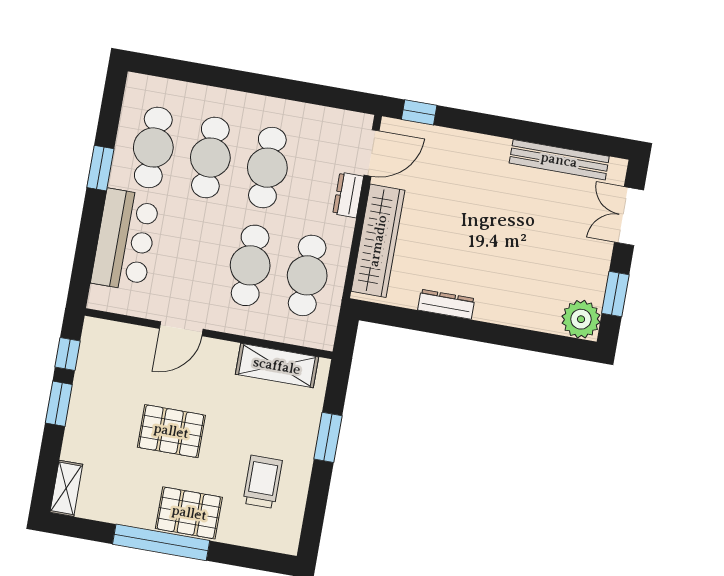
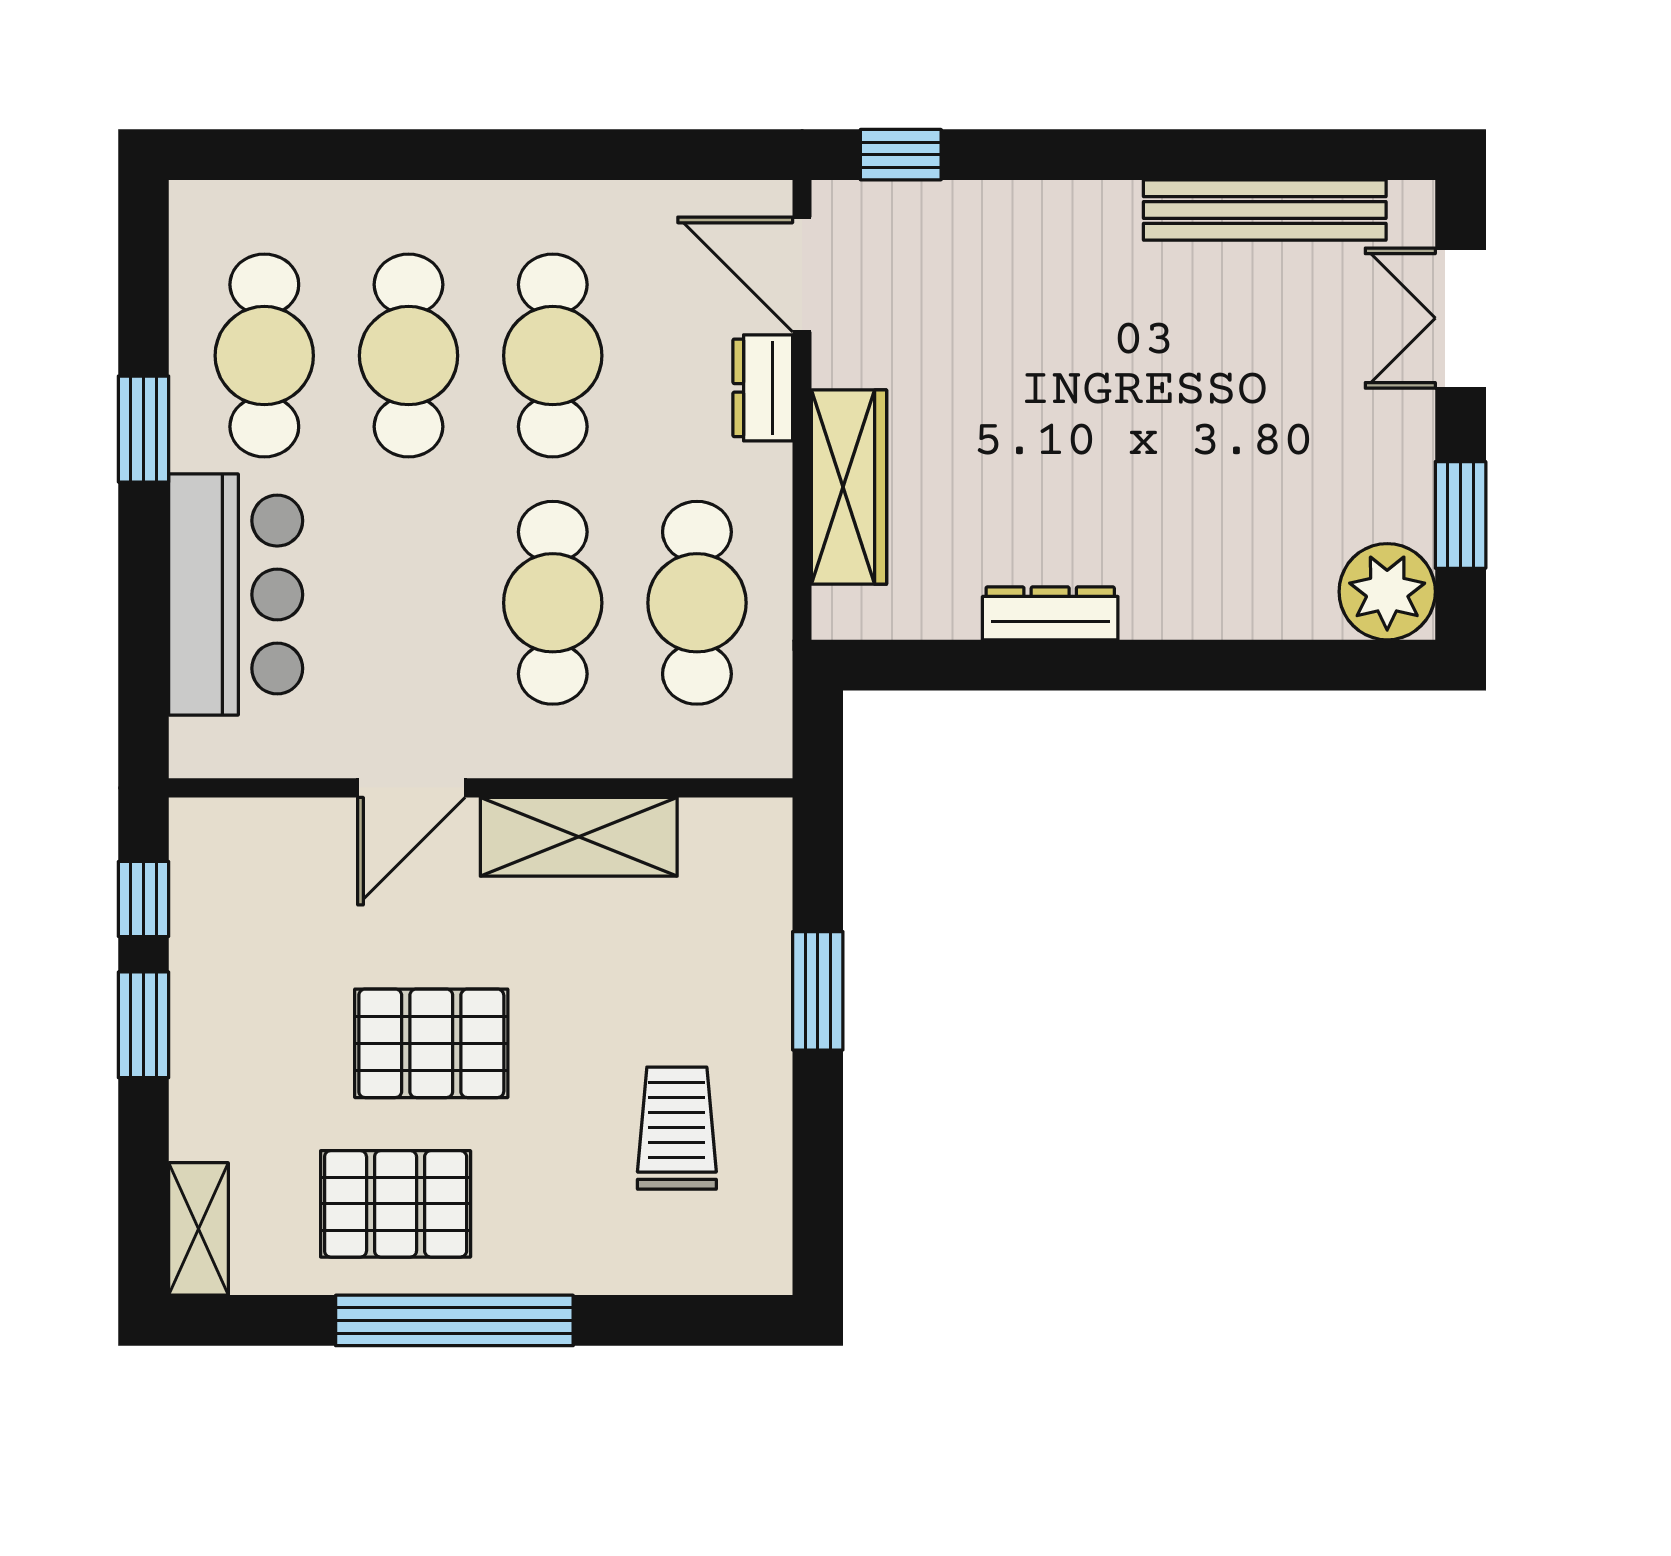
door: (372, 153) -> (802, 275), swing flipped
wardrobe: (378, 241) -> (849, 487), width x0.71, depth x0.85
shelving: (277, 366) -> (579, 837), moved
pallet: (189, 513) -> (396, 1204), moved

